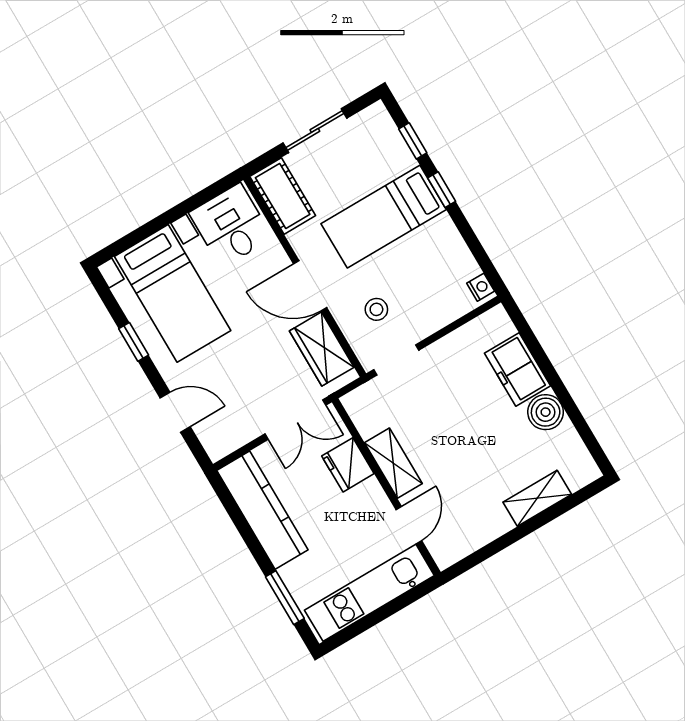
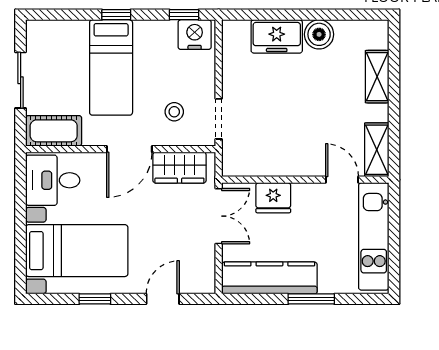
window: (413, 141) -> (184, 15), moved
nightstand: (481, 287) -> (195, 35), width x1.89, depth x1.79
shelving: (393, 463) -> (377, 150), moved, turned 90
window: (285, 598) -> (311, 299), moved

